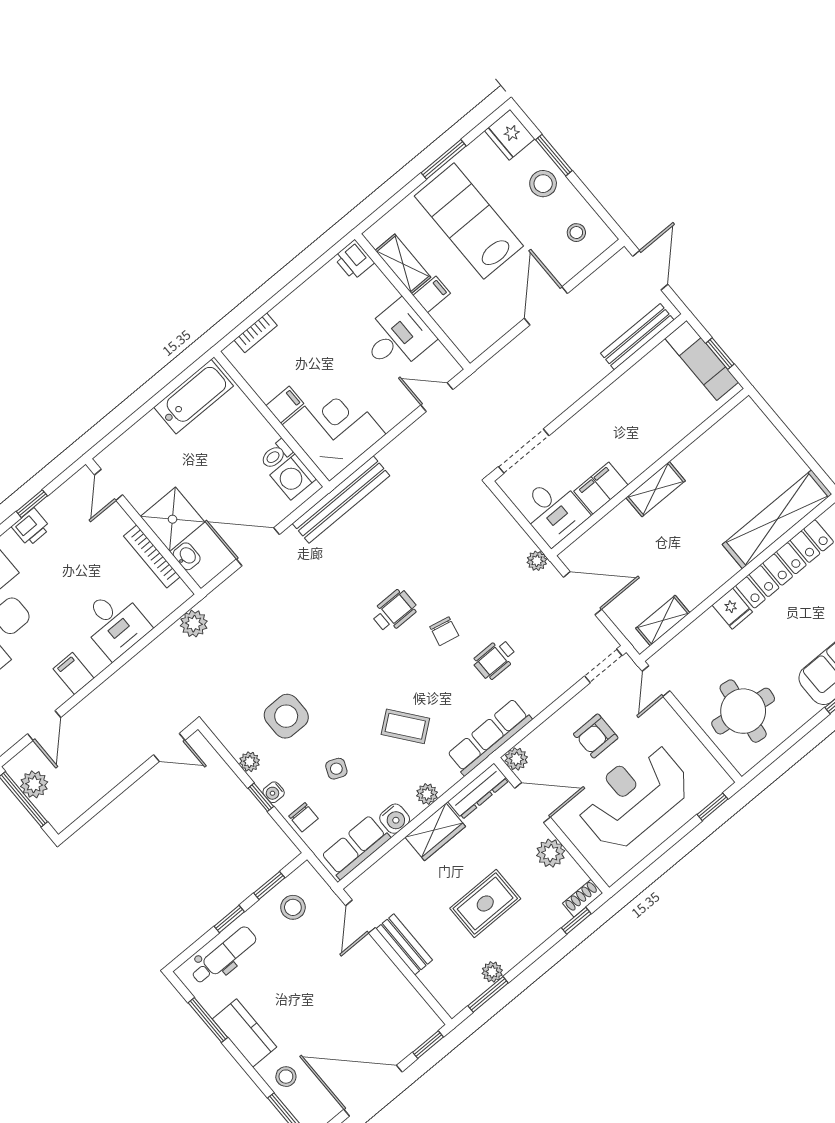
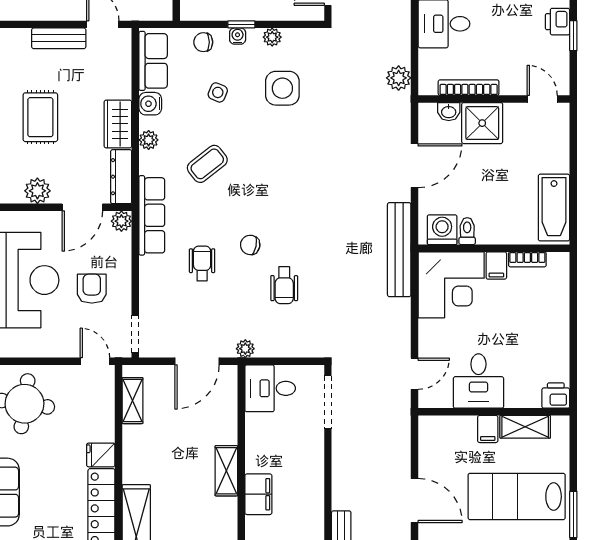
lab bench: (469, 221) -> (517, 496), turned 180
bookcase: (256, 333) -> (527, 259), moved, turned -90
filing cabinet: (601, 488) -> (258, 494), moved
wheelchair: (394, 611) -> (284, 285), moved

